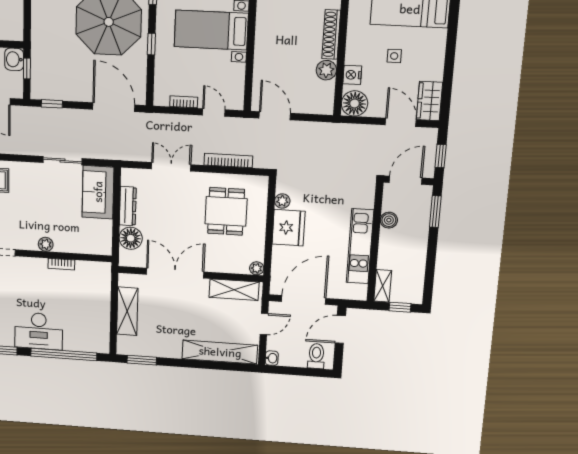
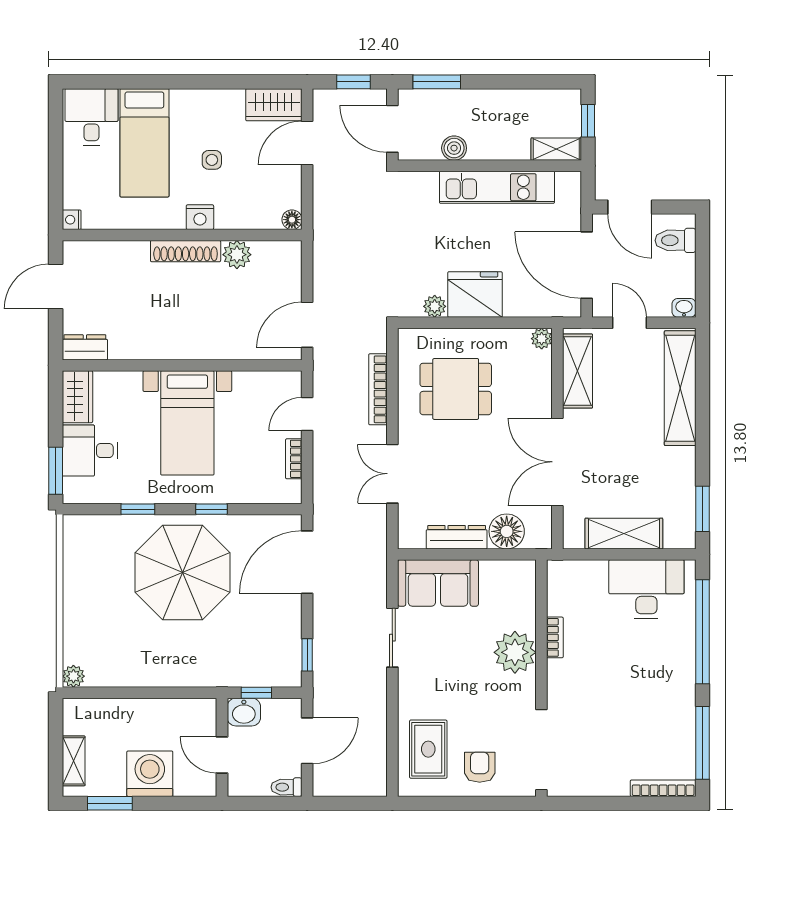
nightstand: (352, 75) -> (200, 217), moved
floor lamp: (355, 103) -> (292, 220), width x0.53, depth x0.53
plant: (46, 244) -> (515, 652), width x1.87, depth x1.87
desk: (39, 331) -> (646, 589), moved, turned -90

